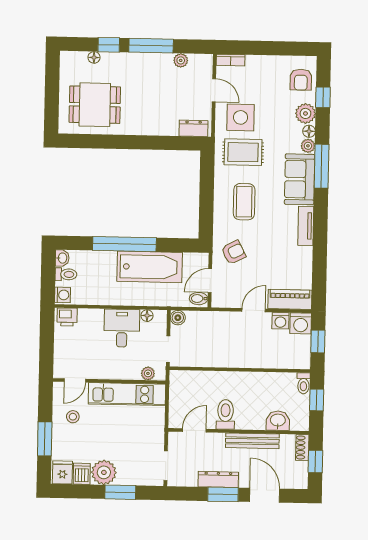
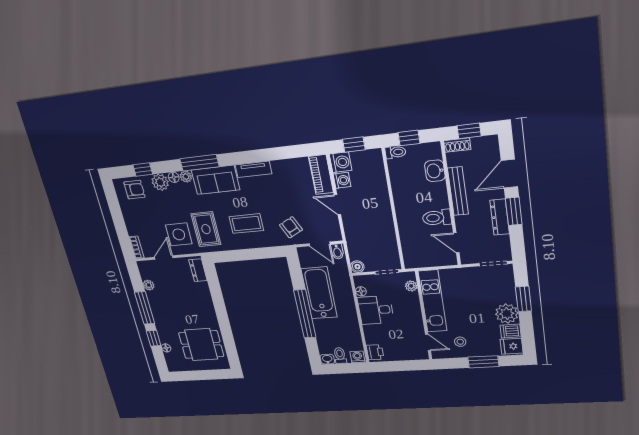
dining table: (95, 105) -> (201, 345), turned 90

